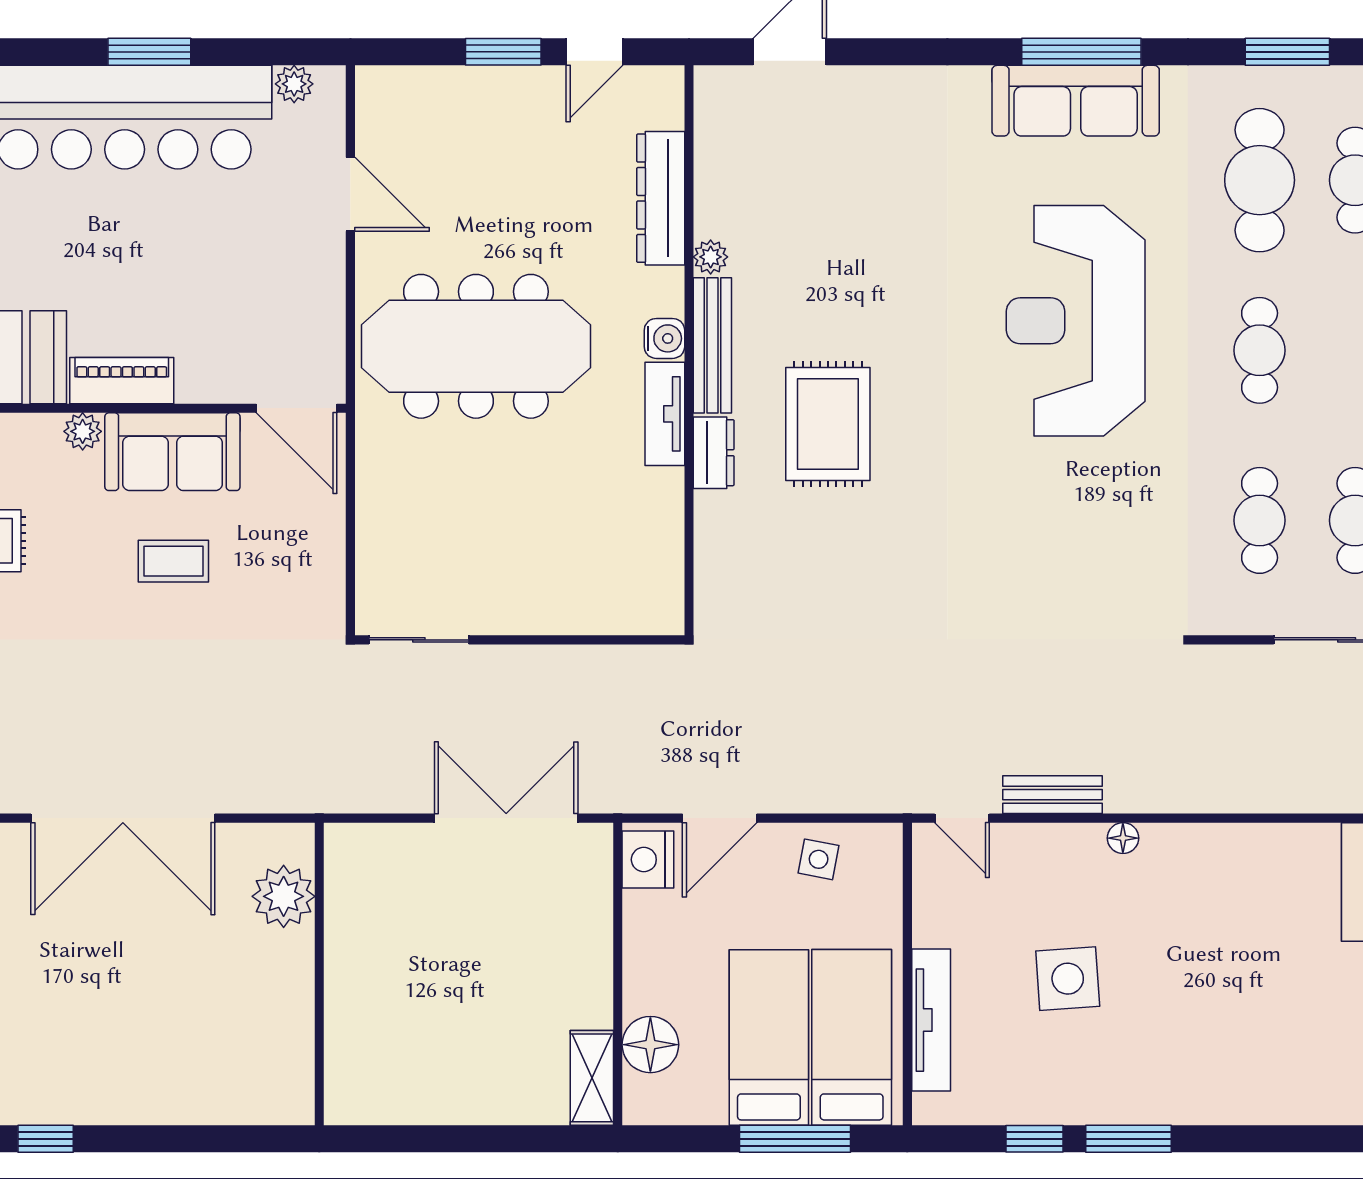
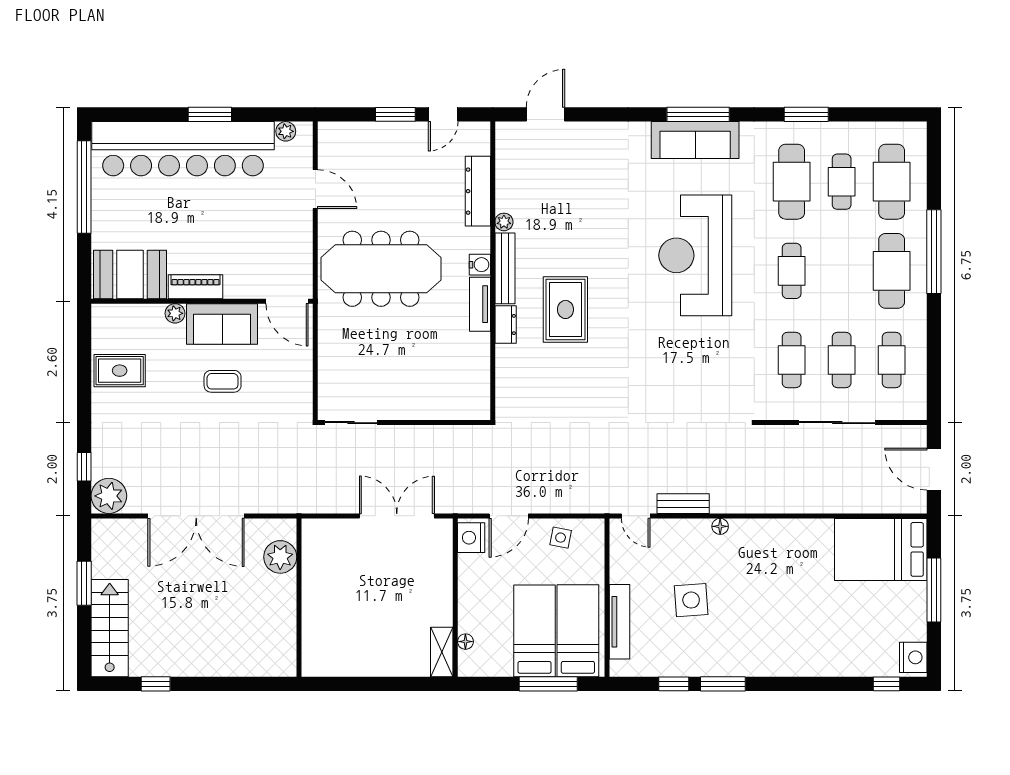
floor lamp: (650, 1045) -> (465, 642), width x0.53, depth x0.53

